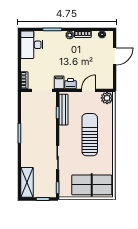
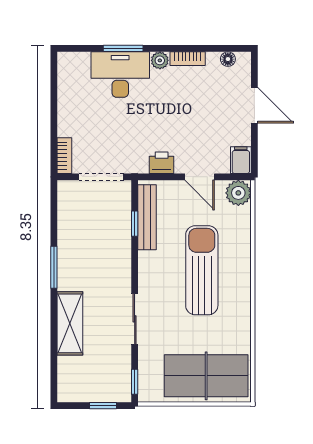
desk: (32, 45) -> (120, 75), moved, turned 90
door: (115, 56) -> (254, 105), hinge flipped
filing cabinet: (59, 82) -> (241, 160), moved
door: (89, 90) -> (200, 177), swing flipped
shelving: (27, 182) -> (70, 323), moved

